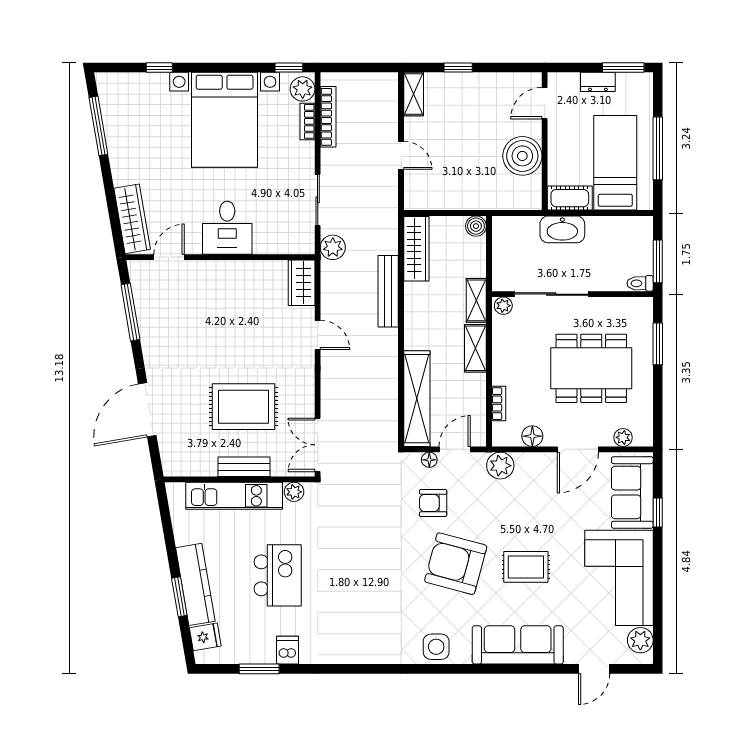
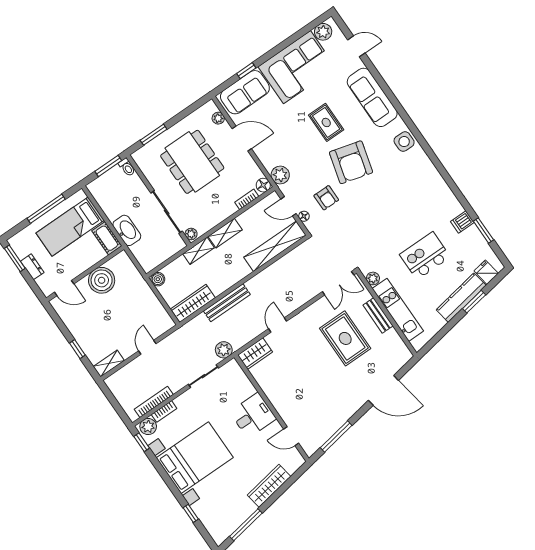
wardrobe: (132, 219) -> (269, 486), moved
floor lamp: (532, 436) -> (263, 185), moved

